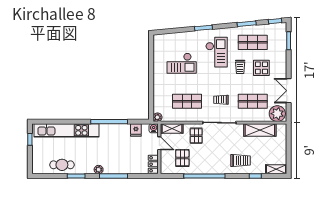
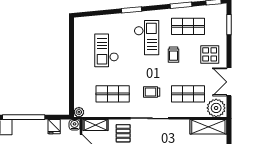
checkout: (182, 63) -> (107, 50), turned 90
display table: (261, 68) -> (210, 54), moved
shelving: (260, 130) -> (208, 127), moved

